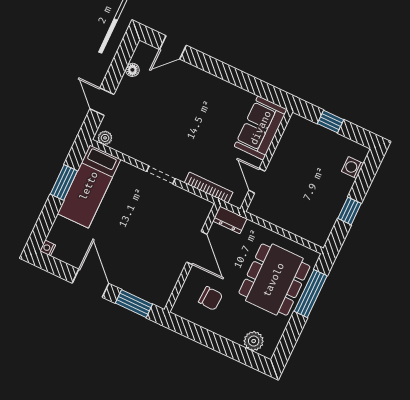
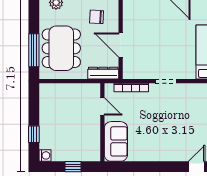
washing machine: (353, 168) -> (45, 155), moved
window: (349, 211) -> (34, 134), moved
dresser: (230, 220) -> (103, 73), width x1.44

